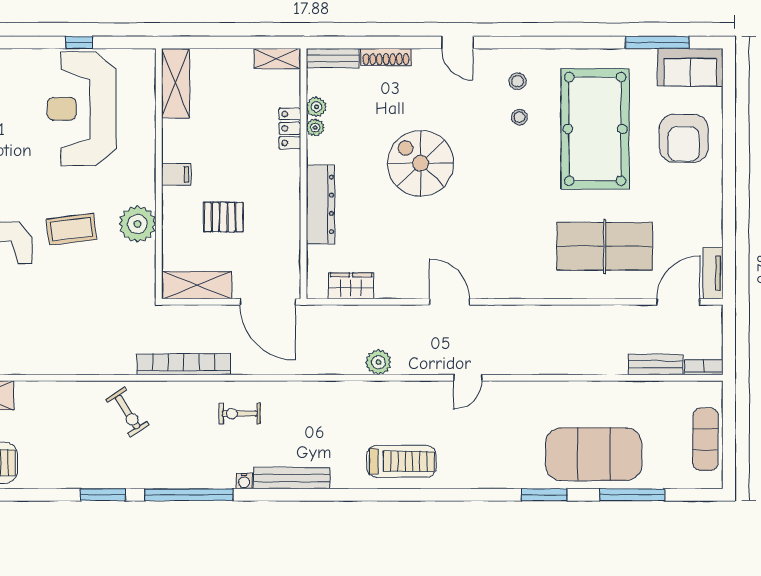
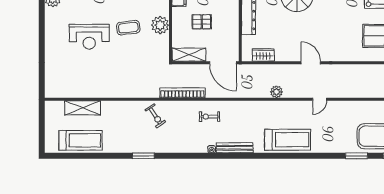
treadmill: (401, 461) -> (288, 140), width x1.37, depth x1.38
window: (189, 495) -> (185, 156), removed

